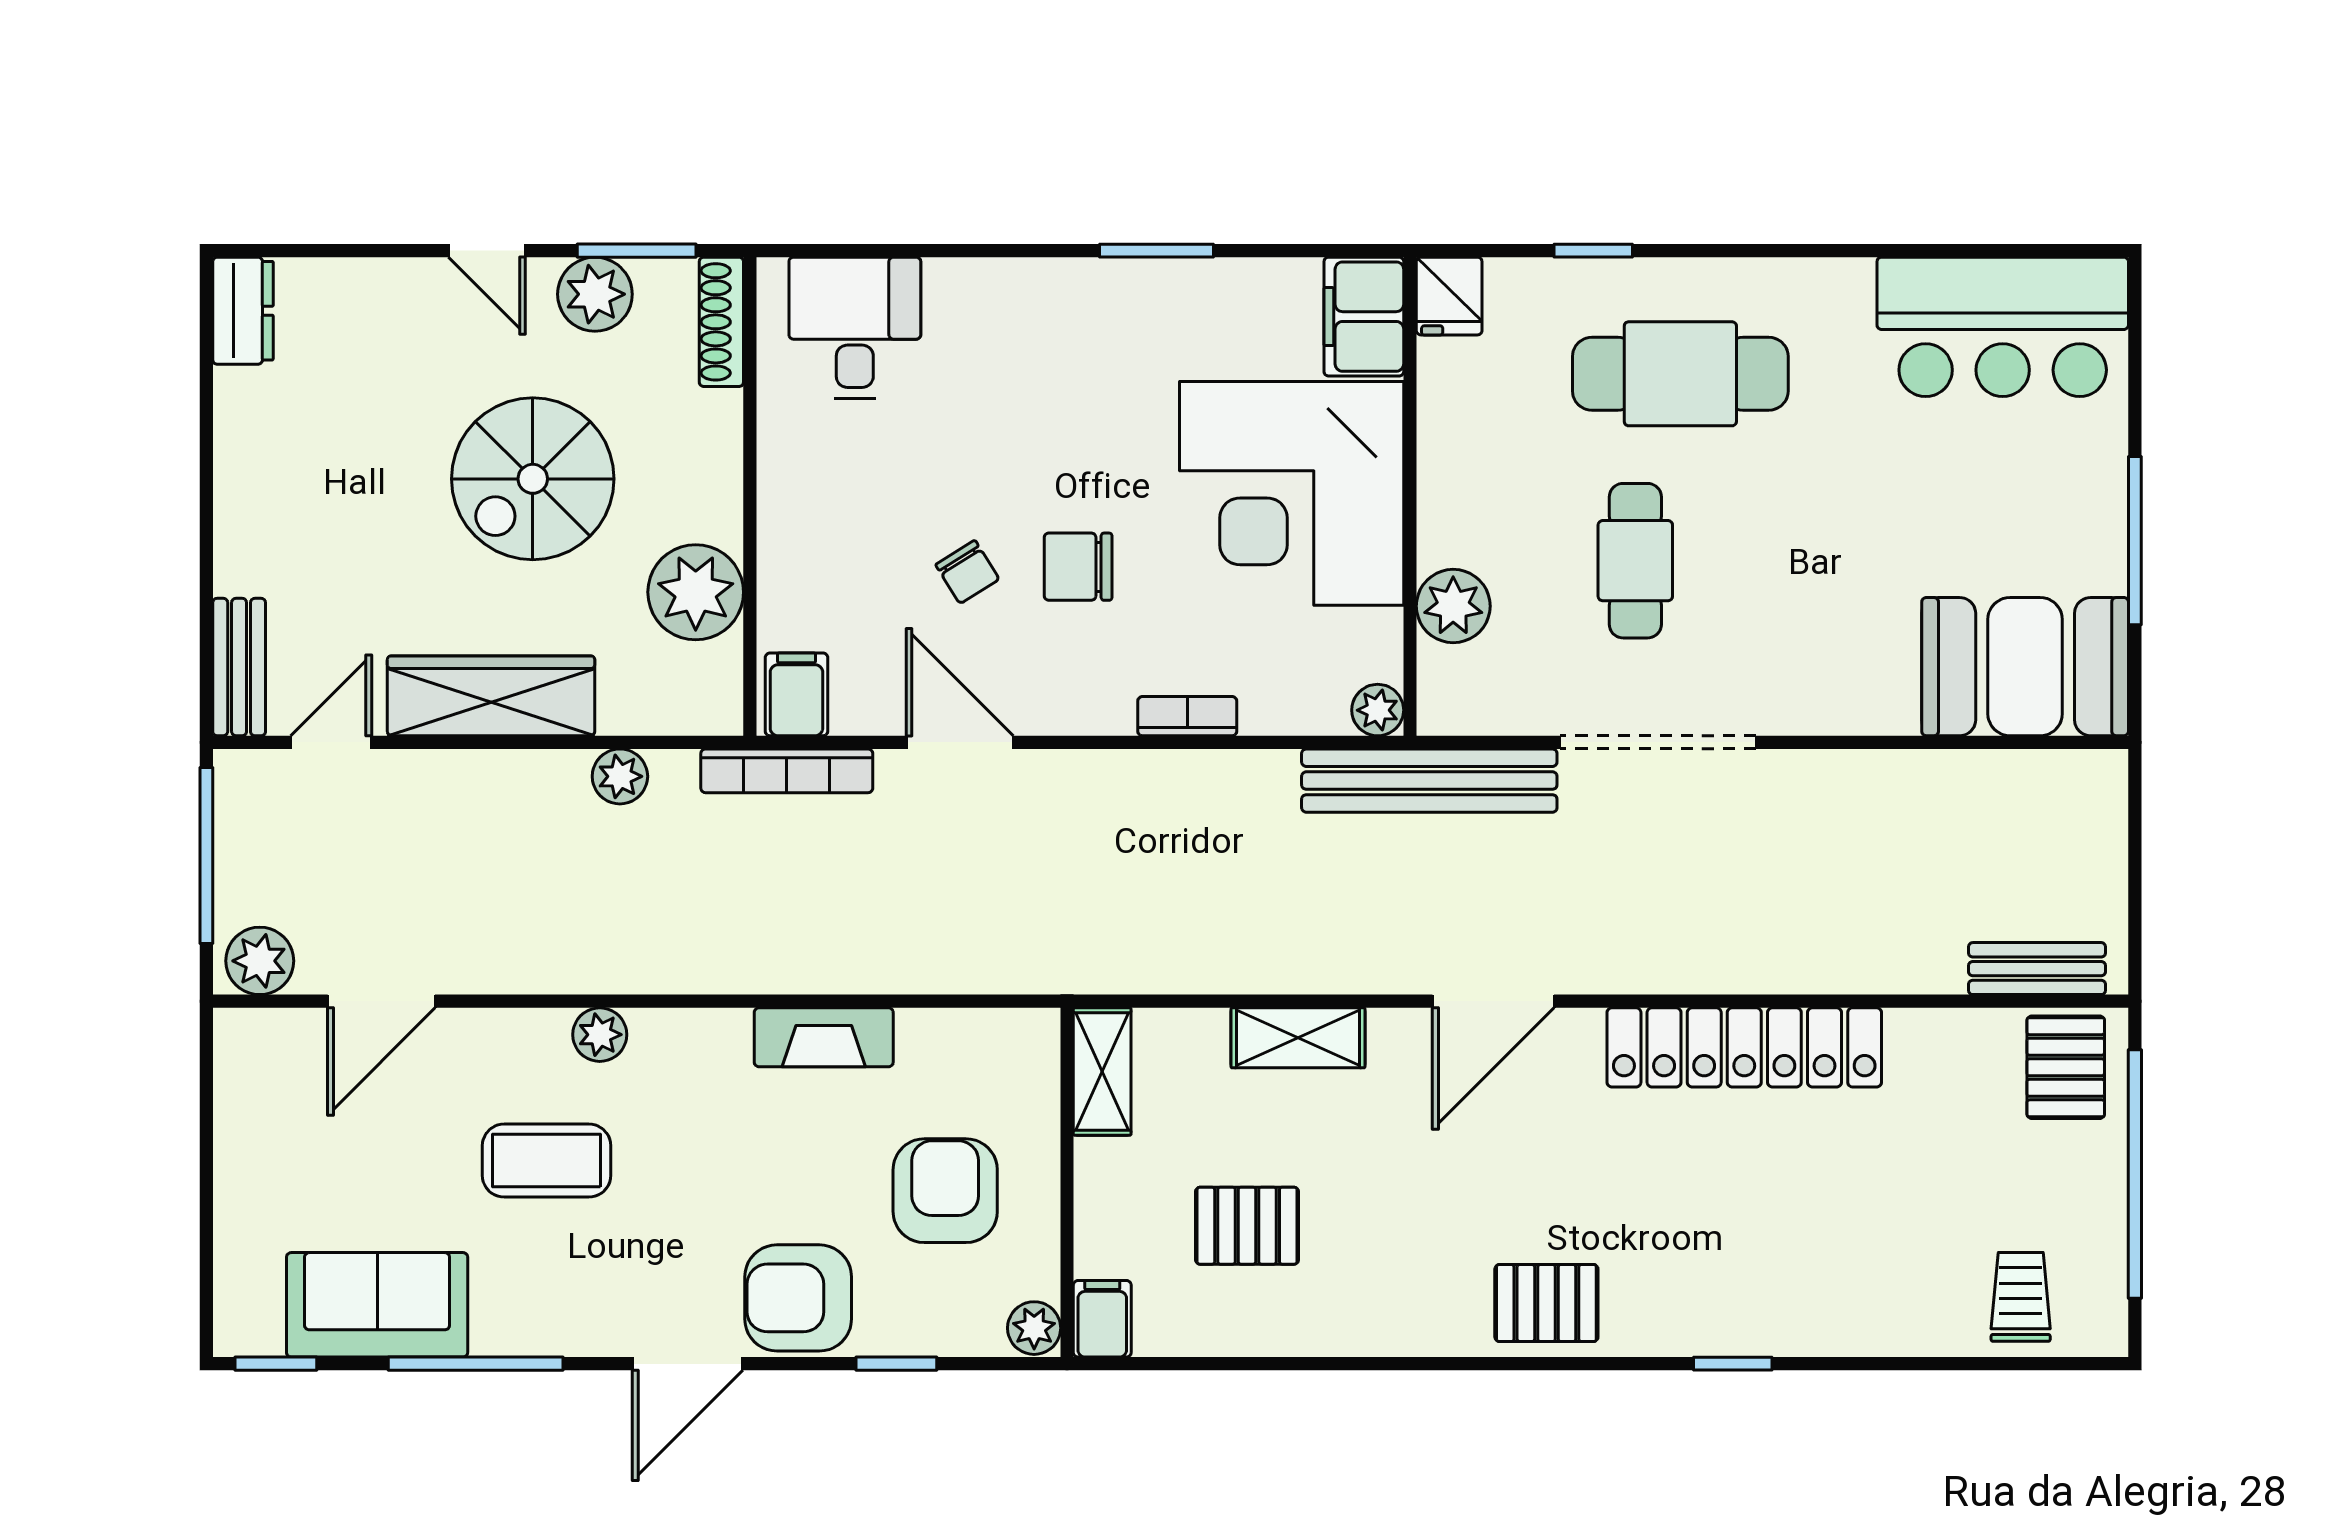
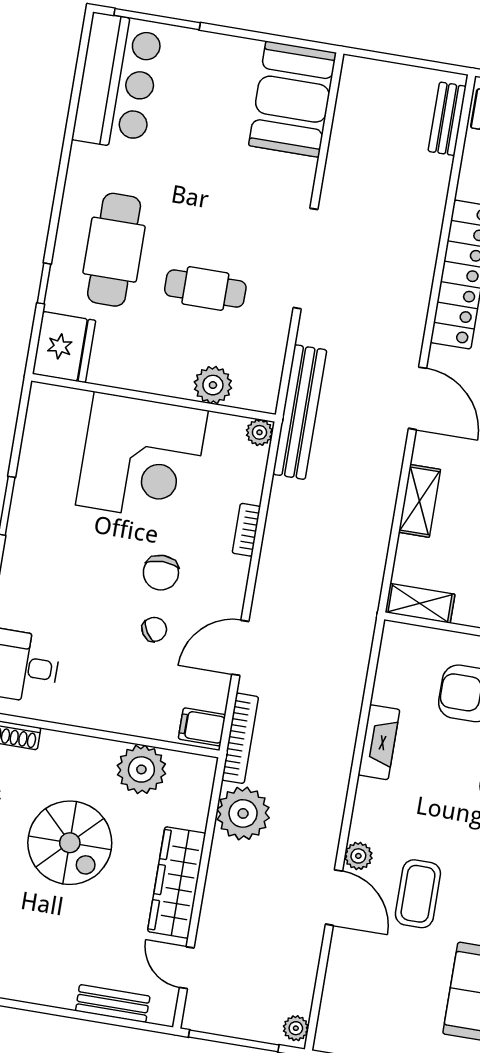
fridge: (1449, 296) -> (64, 347), width x1.88, depth x1.34
filing cabinet: (1364, 317) -> (58, 406), removed
window: (2135, 541) -> (157, 19), moved
bench: (239, 667) -> (113, 1004), moved
doorway: (1658, 742) -> (305, 259), moved
plant: (620, 776) -> (243, 813), width x1.88, depth x1.88
plant: (260, 961) -> (296, 1028), width x0.73, depth x0.73
door: (381, 1001) -> (334, 898), moved

